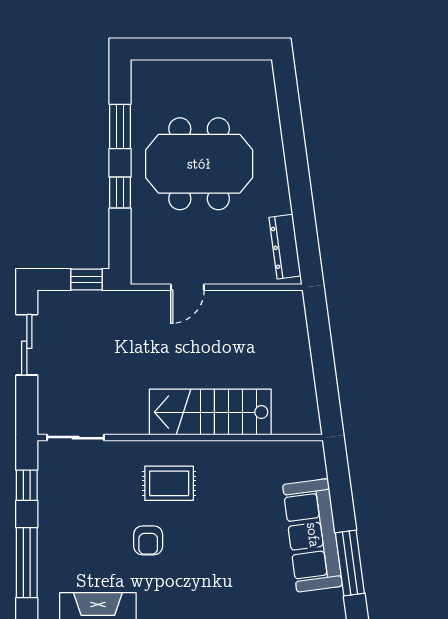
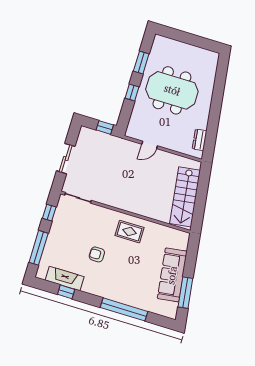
dresser: (285, 247) -> (200, 140), width x0.70
sliding door: (27, 345) -> (66, 159), moved
stairs: (210, 412) -> (185, 197), moved, turned -98
rug: (169, 483) -> (129, 232), moved
armchair: (148, 540) -> (97, 254), turned 90

